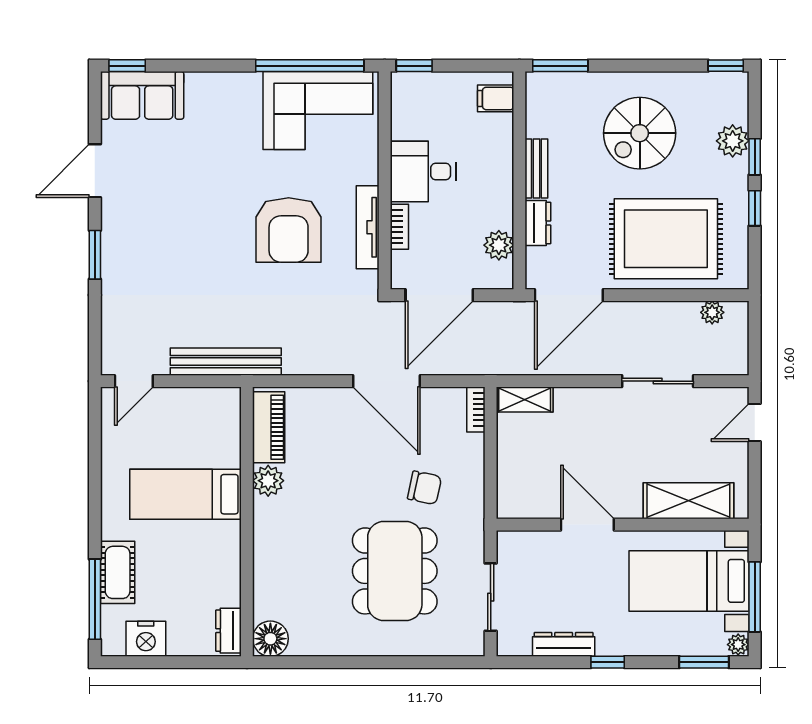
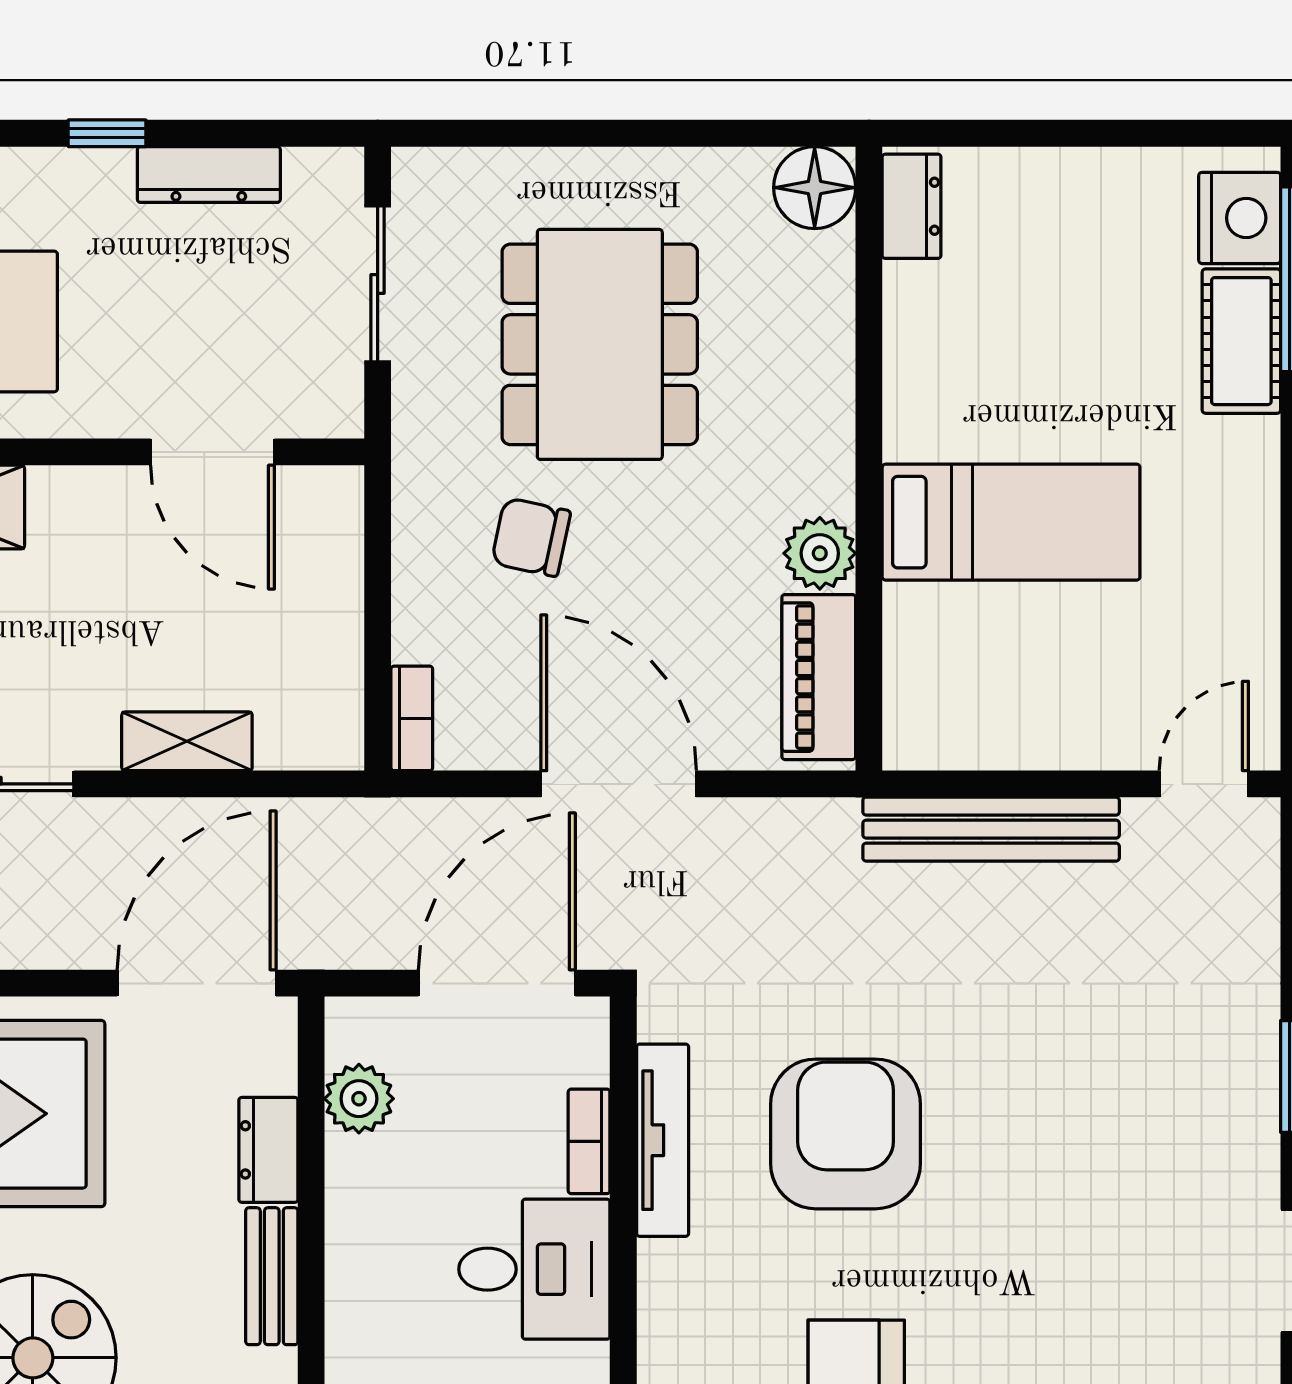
shelving: (525, 400) -> (187, 741), moved
piano: (269, 427) -> (819, 677), moved
plant: (268, 481) -> (820, 553), moved
bed: (186, 494) -> (1011, 522), moved
wall: (247, 522) -> (869, 459), moved
door: (587, 525) -> (213, 452), moved
dresser: (229, 631) -> (912, 206), moved
nightstand: (146, 639) -> (1240, 218), moved, turned 90
floor lamp: (270, 639) -> (815, 188), moved

